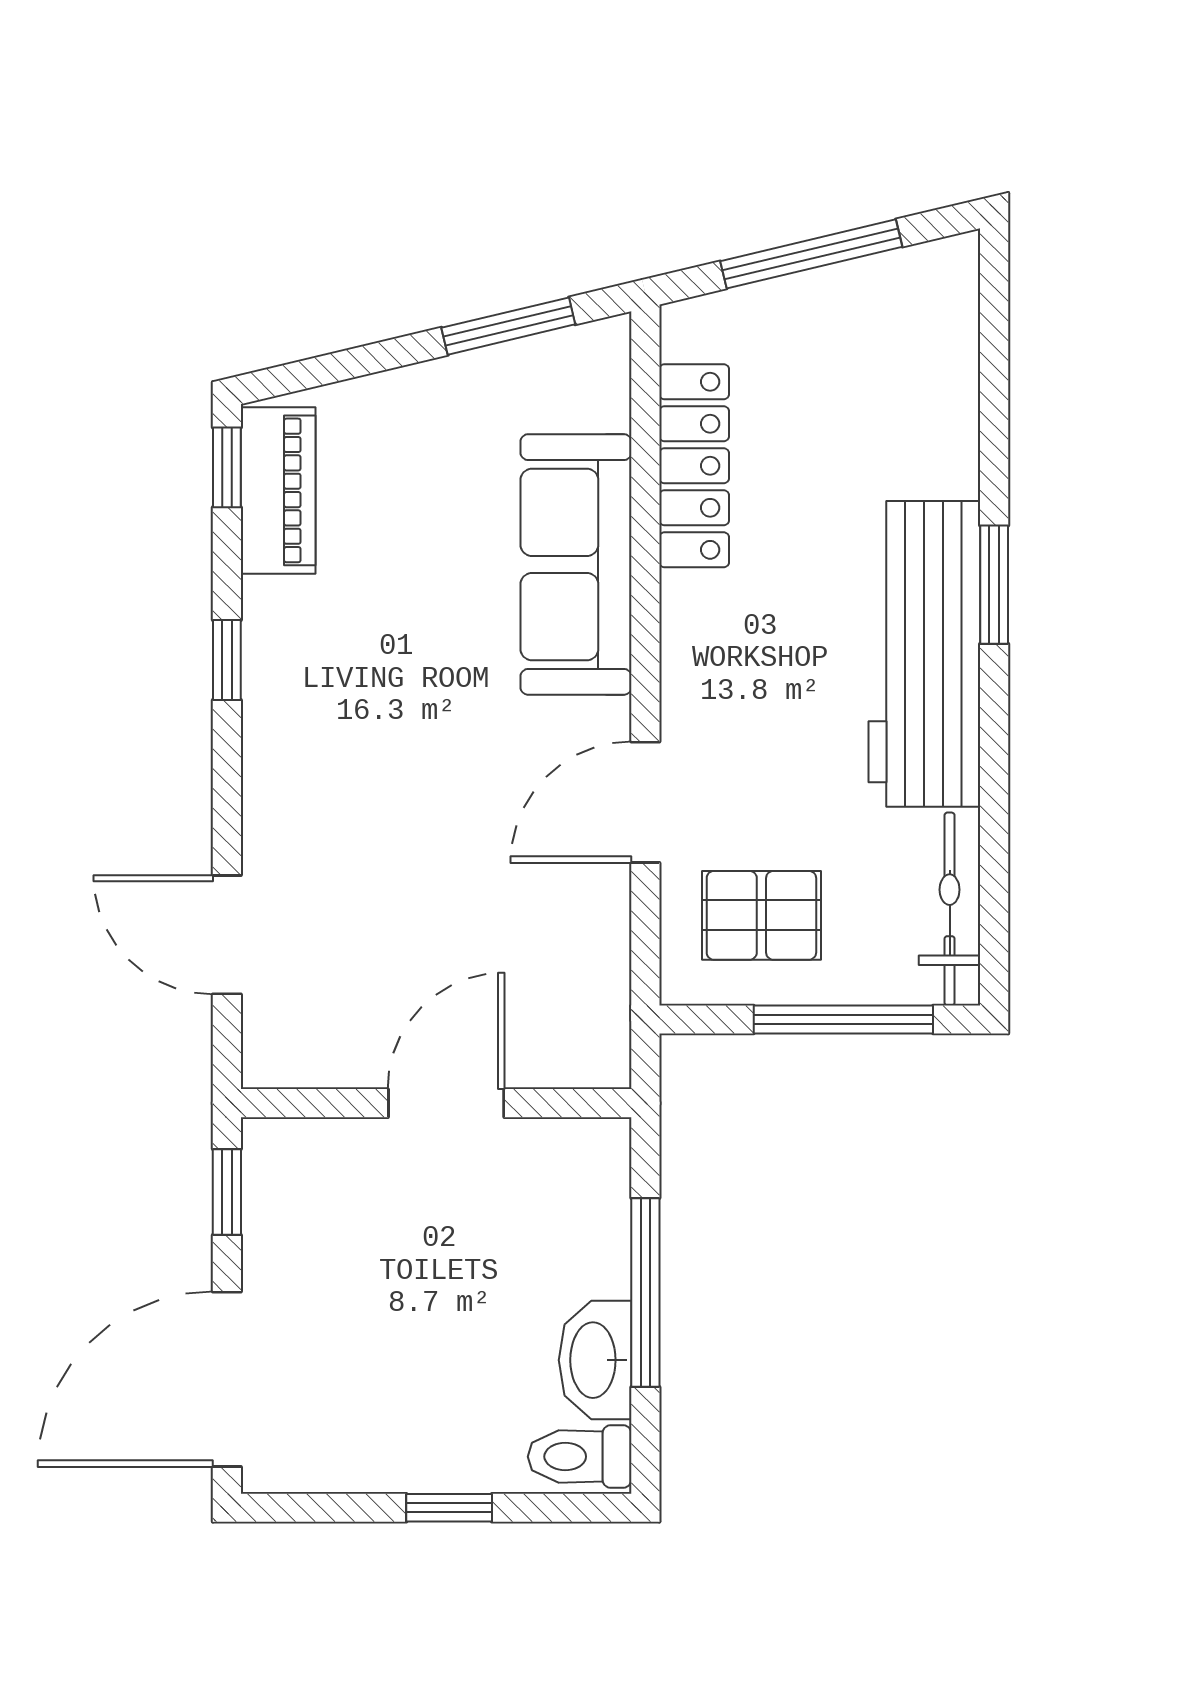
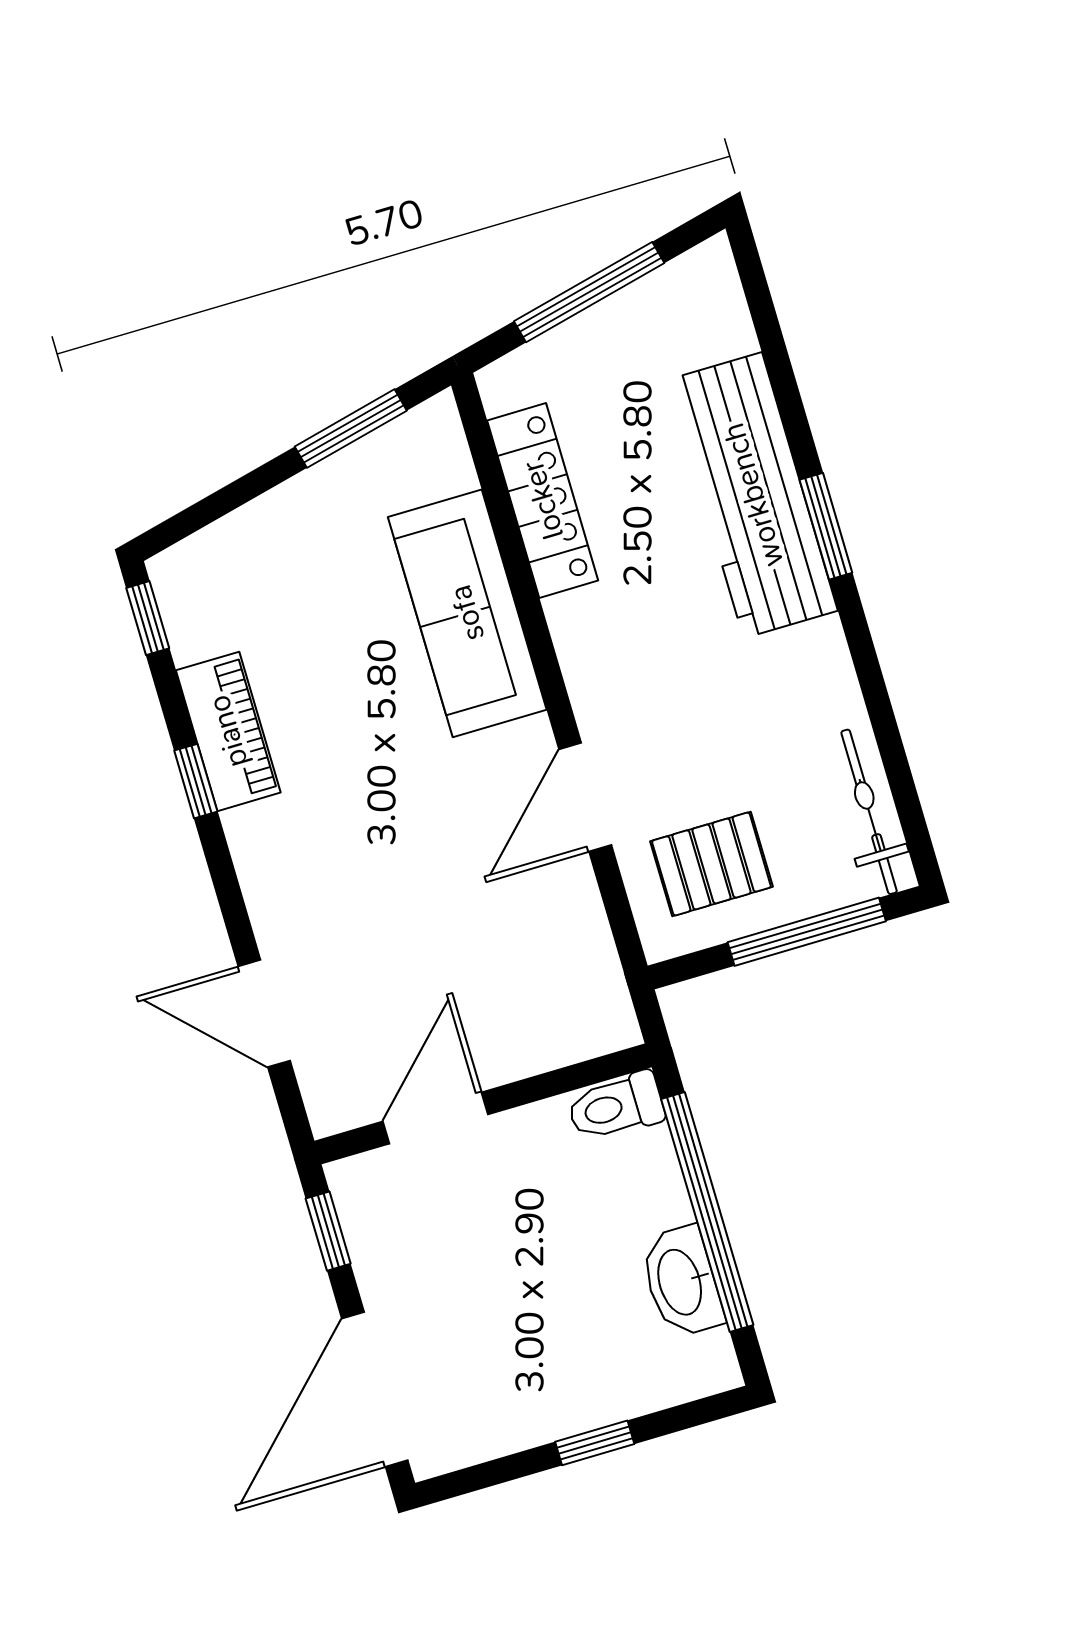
piano: (278, 490) -> (228, 731), moved
workbench: (924, 654) -> (753, 495), moved
door: (446, 1103) -> (435, 1118), moved
window: (645, 1293) -> (707, 1212), width x1.46
toilet: (580, 1457) -> (616, 1107), moved

